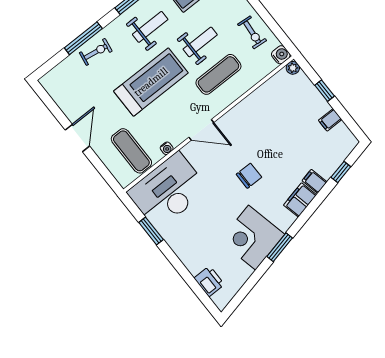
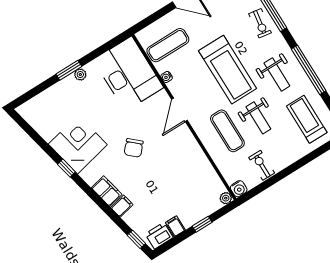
exercise bike: (252, 32) -> (262, 165), turned 85
window: (341, 172) -> (136, 239), moved
chair: (249, 176) -> (134, 148), turned 42
window: (151, 231) -> (69, 70), moved
plant: (175, 244) -> (80, 75), added
window: (280, 247) -> (66, 168), width x0.67
printer: (209, 281) -> (159, 236), moved, turned 180

